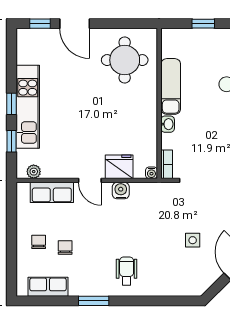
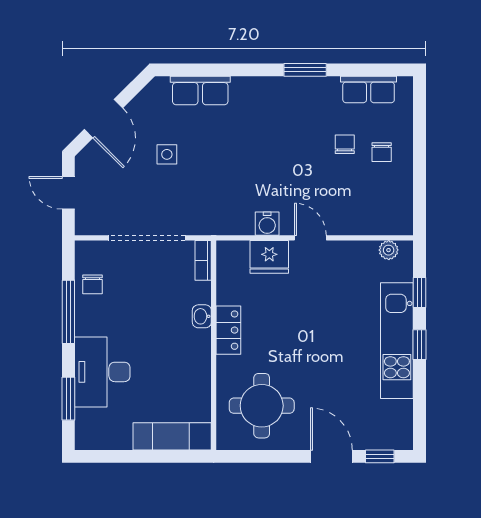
window: (203, 24) -> (152, 456), removed
exam couch: (171, 86) -> (172, 436), moved, turned 90
locker: (148, 114) -> (228, 330), added
water cooler: (151, 173) -> (224, 248), removed
row of seats: (52, 192) -> (200, 90), moved, turned 180
chair: (65, 247) -> (345, 144), turned 180
wheelchair: (127, 271) -> (259, 111), removed

